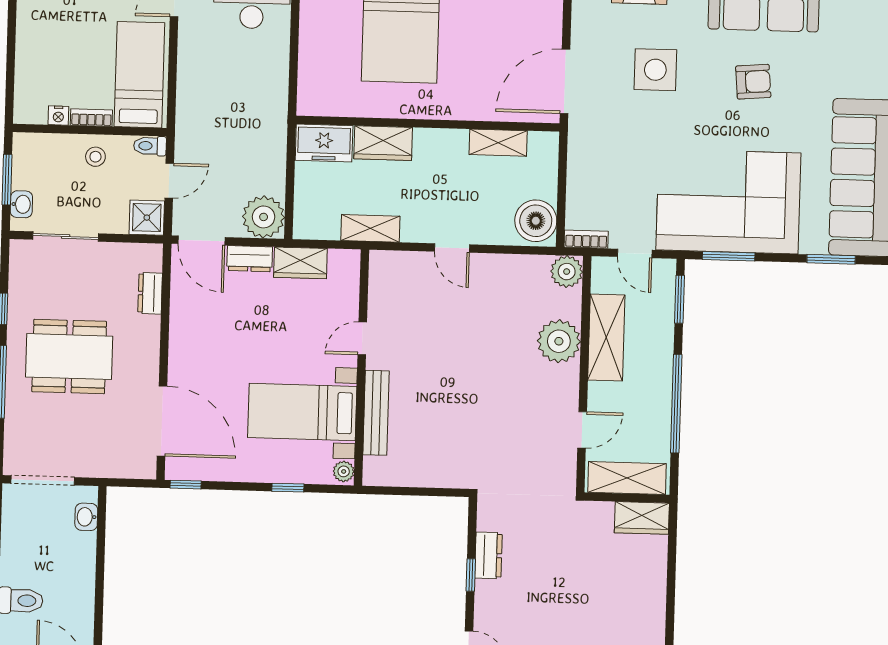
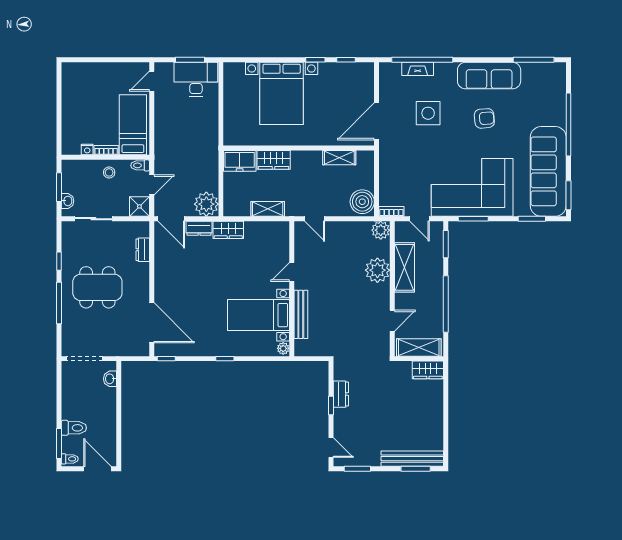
door: (362, 338) -> (292, 272), moved
wall: (361, 368) -> (292, 289), moved
bed with nightstands: (302, 412) -> (258, 315), moved
bench: (376, 413) -> (301, 314), moved
plant: (344, 471) -> (283, 348), moved

